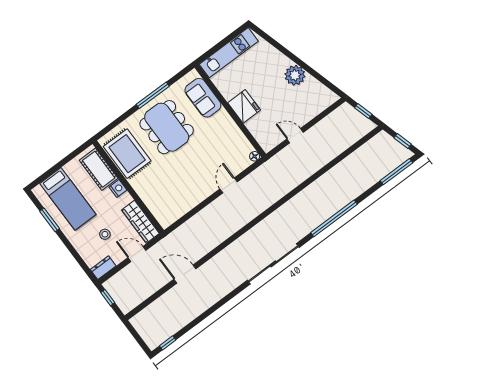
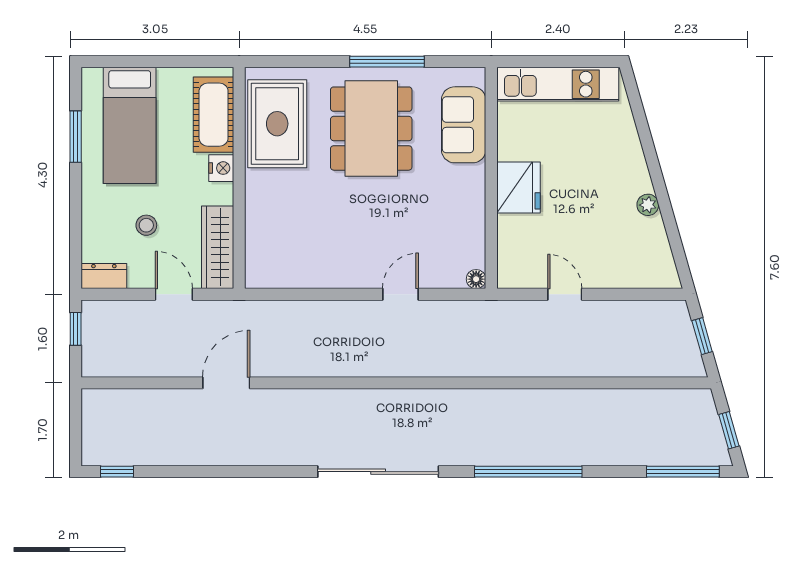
plant: (295, 75) -> (648, 205), width x0.53, depth x0.53
door: (185, 274) -> (226, 383), hinge flipped

